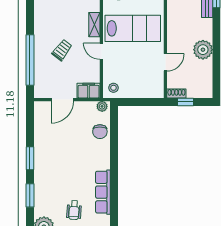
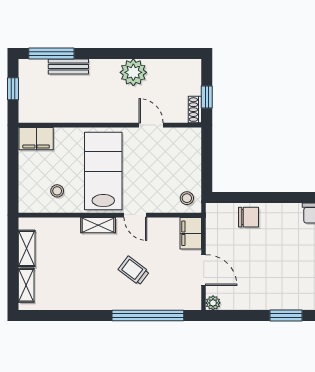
door: (101, 51) -> (135, 215), hinge flipped
plant: (102, 106) -> (213, 303), moved

